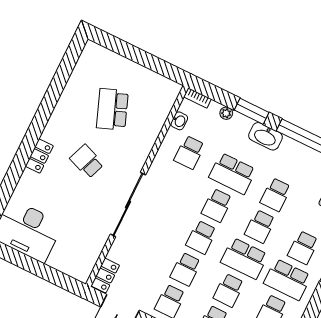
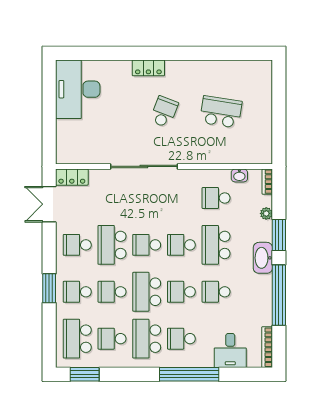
school desk: (112, 109) -> (221, 112), turned 30
school desk: (186, 269) -> (112, 245), width x1.85

